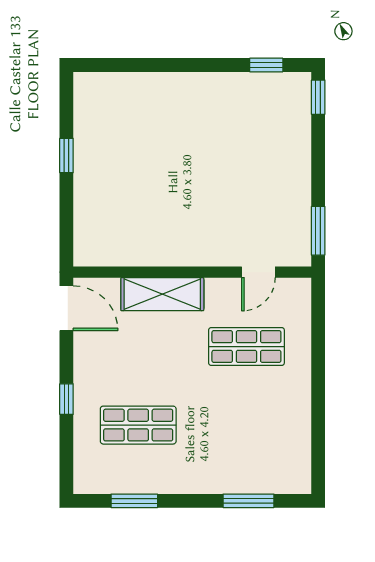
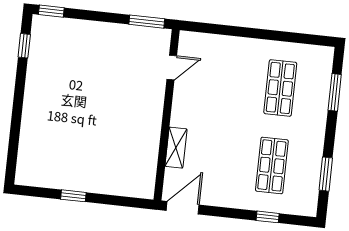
door: (258, 272) -> (172, 67), hinge flipped
shelving: (162, 294) -> (176, 148), width x0.67, depth x0.75
shop shelf: (246, 347) -> (280, 88), moved
window: (66, 399) -> (268, 217), moved

